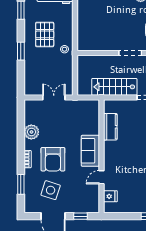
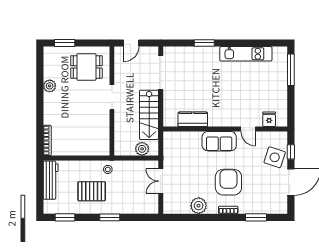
plant: (83, 80) -> (142, 149), added
armchair: (53, 159) -> (228, 182), turned -90
side table: (51, 190) -> (275, 157), moved

